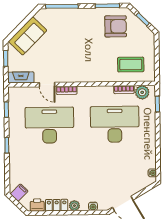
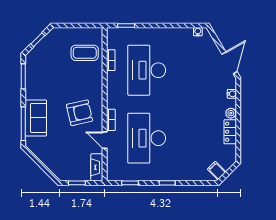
armchair: (116, 26) -> (80, 113), moved, turned 77
sofa: (28, 36) -> (36, 118), moved, turned 45
coffee table: (131, 65) -> (85, 53), turned 90
door: (47, 85) -> (105, 140), swing flipped
plant: (142, 92) -> (114, 41), removed
printer: (37, 205) -> (230, 152), removed

